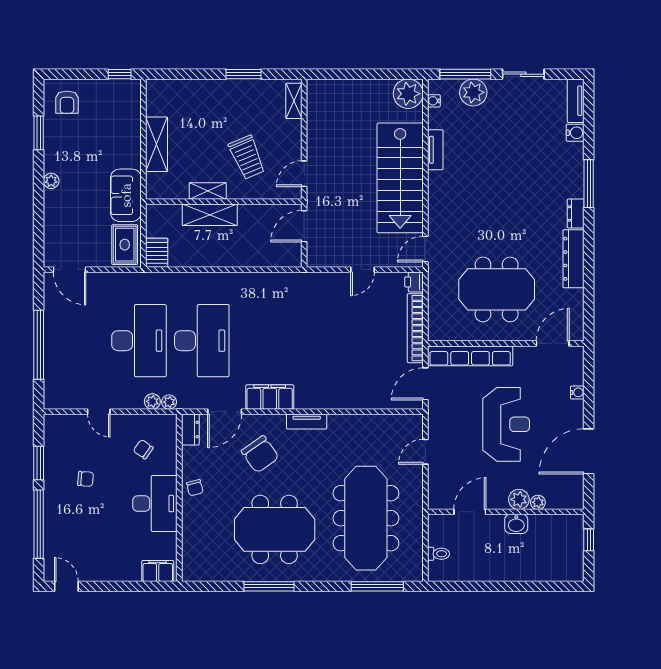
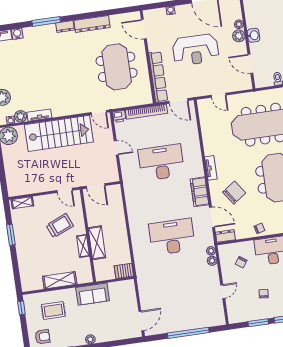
plant: (437, 118) -> (21, 116), added
rug: (125, 245) -> (53, 310), moved
desk: (139, 341) -> (161, 162), moved
reception desk: (506, 424) -> (196, 50), turned 180

